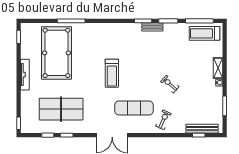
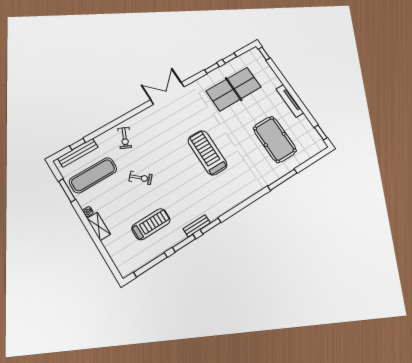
treadmill: (204, 33) -> (151, 224), moved
pool table: (56, 53) -> (275, 139), width x0.73, depth x0.76
treadmill: (112, 73) -> (207, 153), width x1.37, depth x1.38
exercise mat: (134, 108) -> (93, 175), moved

